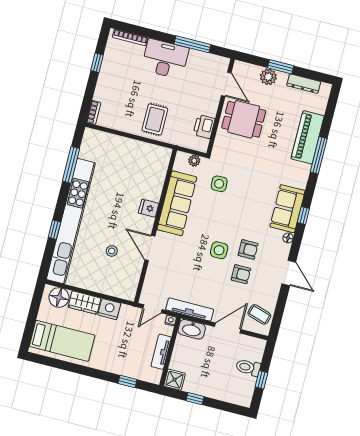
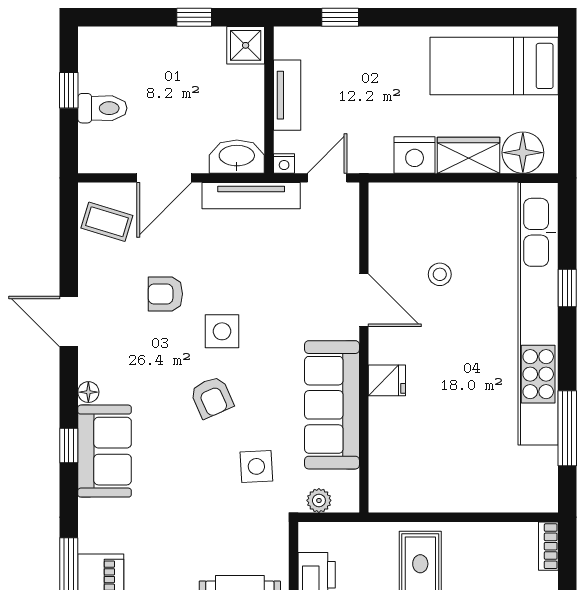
armchair: (248, 249) -> (212, 397), moved, turned -114

